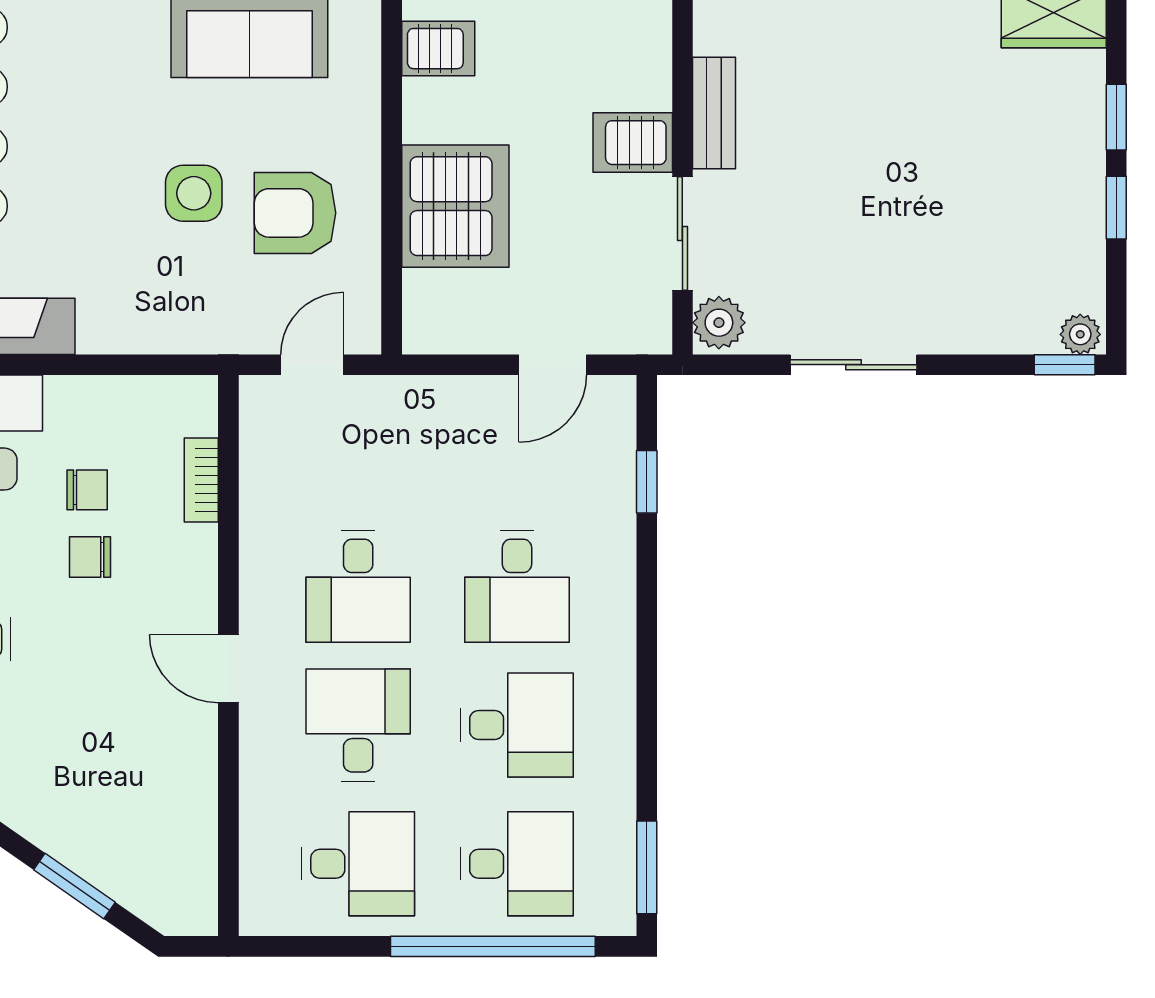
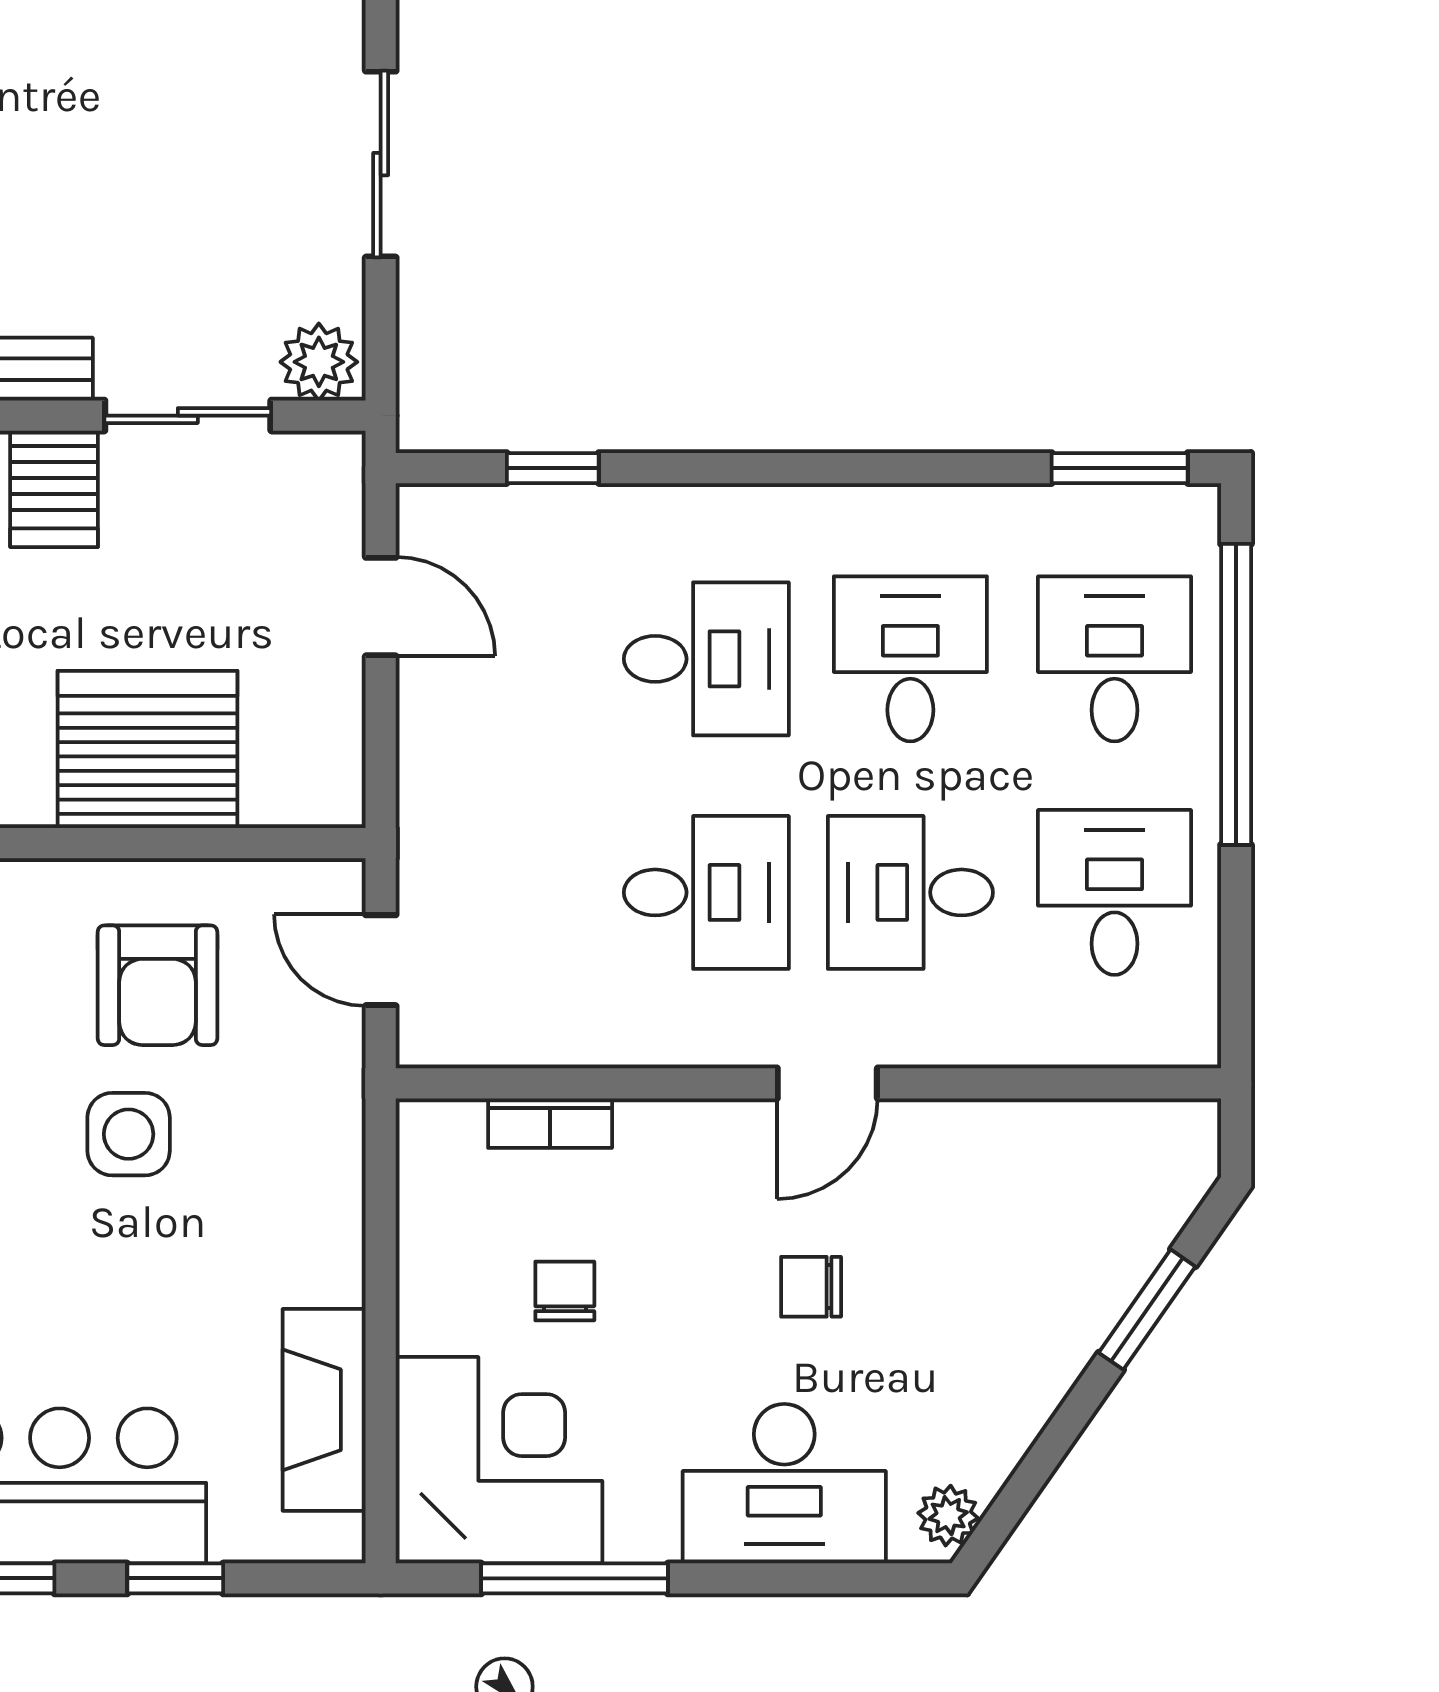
chair: (90, 557) -> (811, 1287), moved, turned 90

